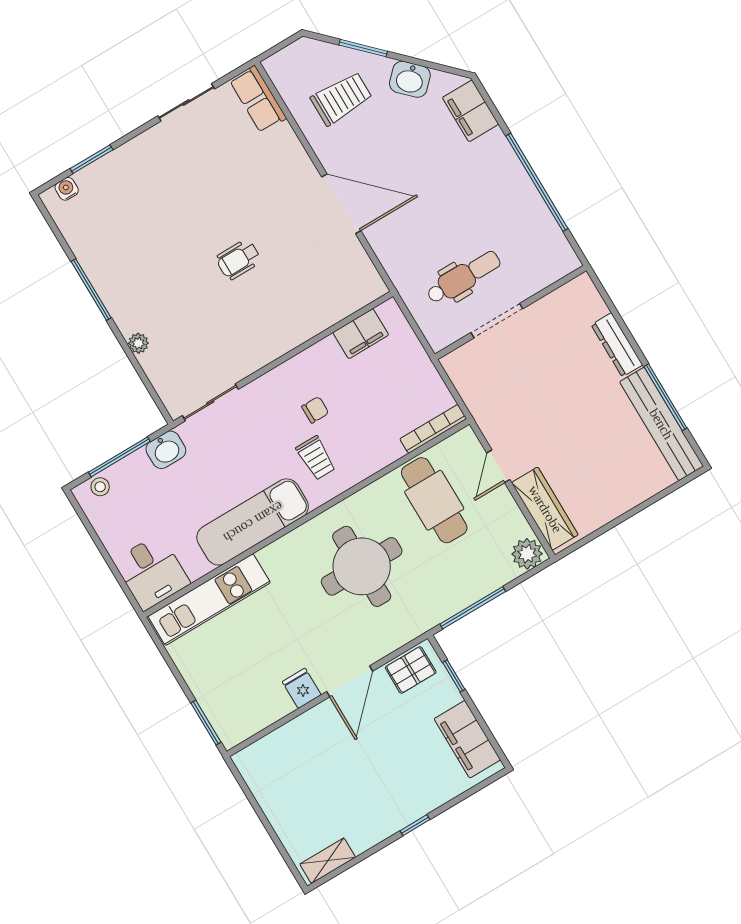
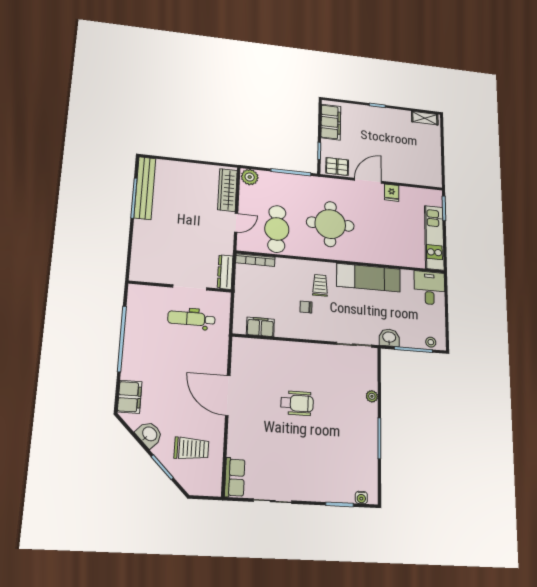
trolley: (341, 98) -> (191, 449), turned 180
wheelchair: (239, 259) -> (297, 403), width x1.36, depth x1.37
dresser: (617, 345) -> (225, 272), moved, turned 180
kitchen unit: (209, 600) -> (434, 238), moved, turned -90

